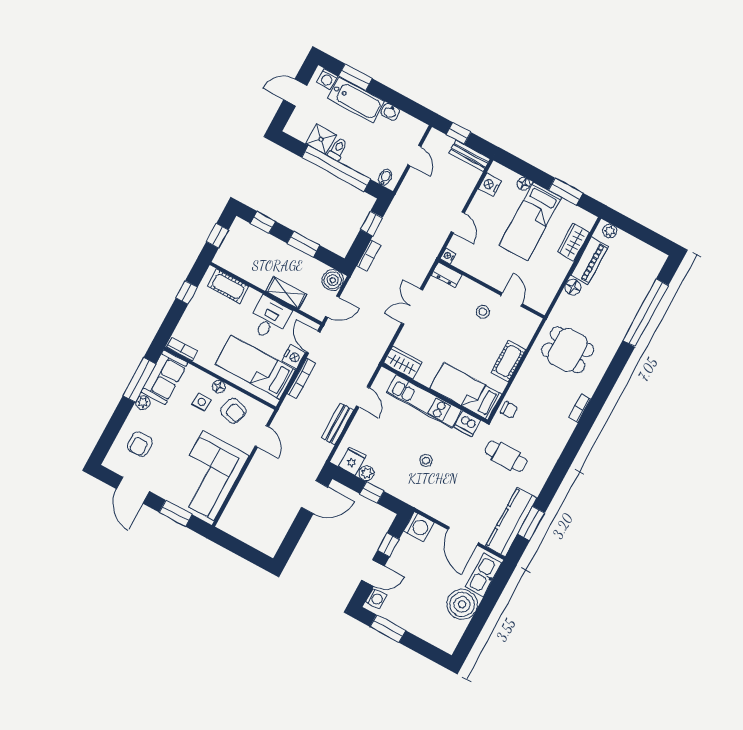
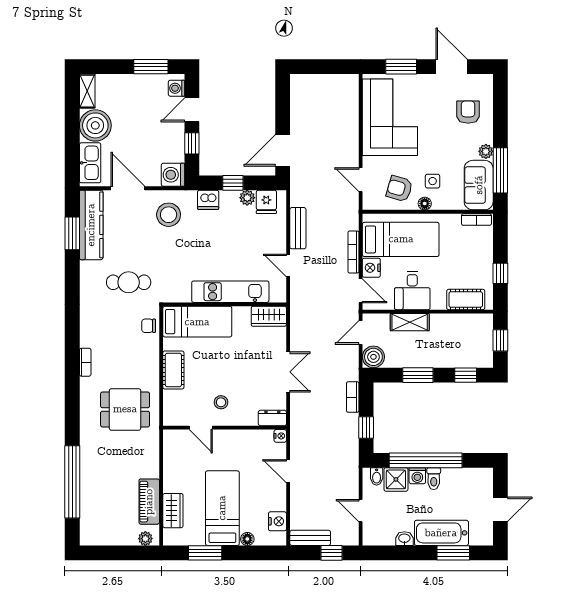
washing machine: (327, 79) -> (417, 476), moved, turned 180
shower: (321, 139) -> (396, 479), moved
floor lamp: (573, 287) -> (151, 469), removed
dishwasher: (467, 424) -> (208, 200), moved, turned 180
stool: (426, 461) -> (169, 215), moved, width x1.89, depth x1.89
shelving: (453, 637) -> (87, 91), added

